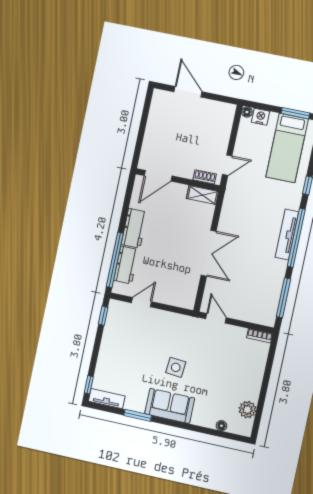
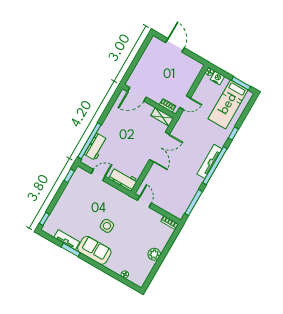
workbench: (134, 228) -> (123, 179), moved, turned -90
double door: (209, 253) -> (159, 147), moved
tv unit: (107, 399) -> (67, 240), moved
plant: (247, 410) -> (154, 254), moved

